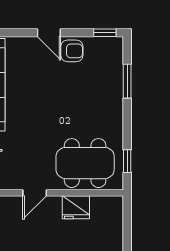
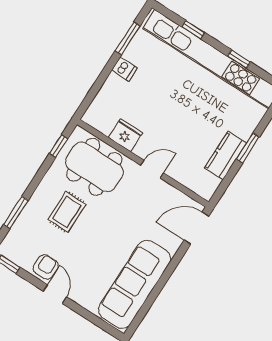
armchair: (72, 51) -> (46, 267), turned 91
rug: (84, 109) -> (67, 212), added

